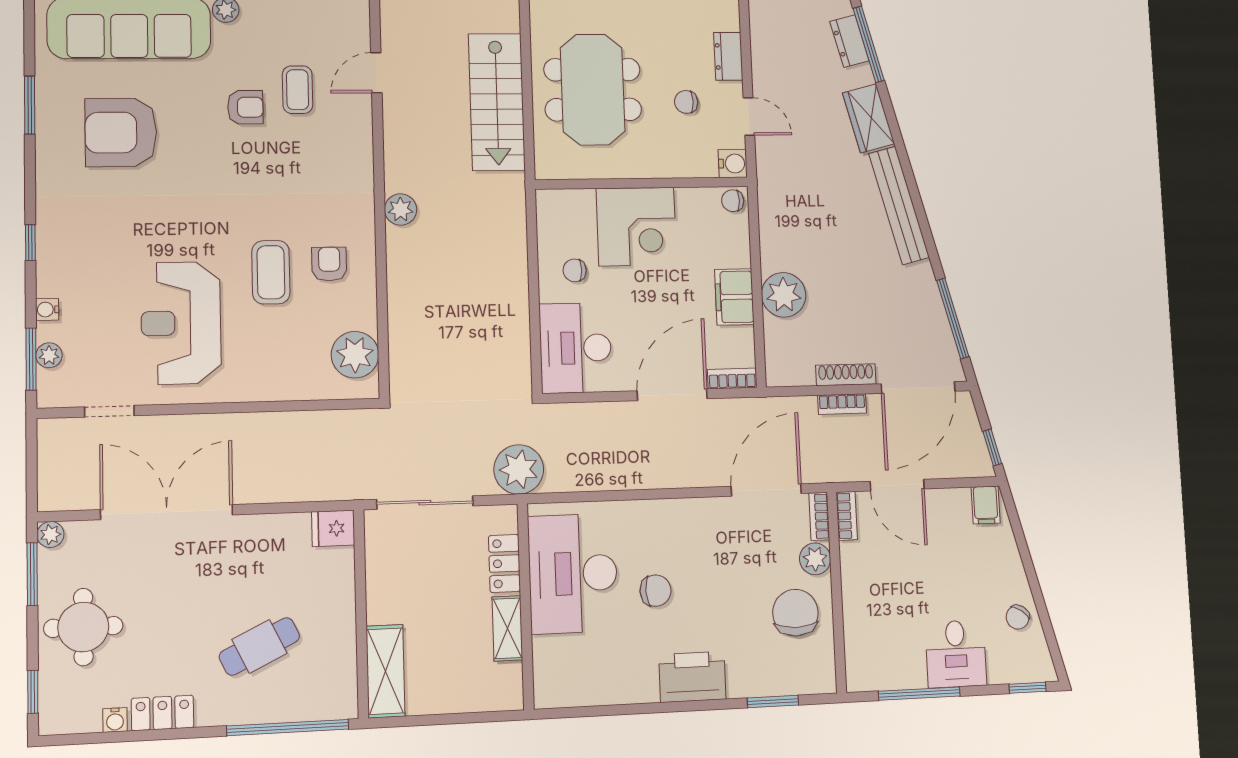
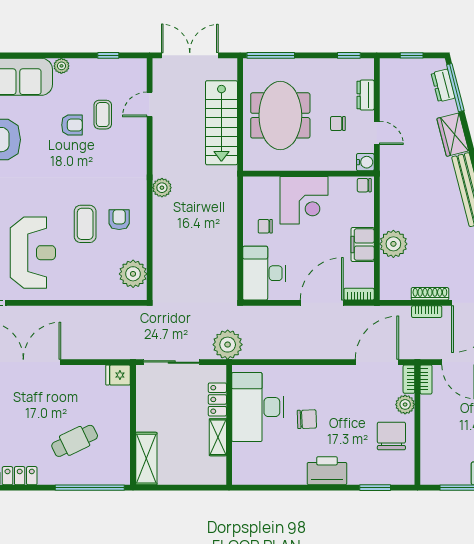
reception desk: (181, 323) -> (33, 253), turned 180

